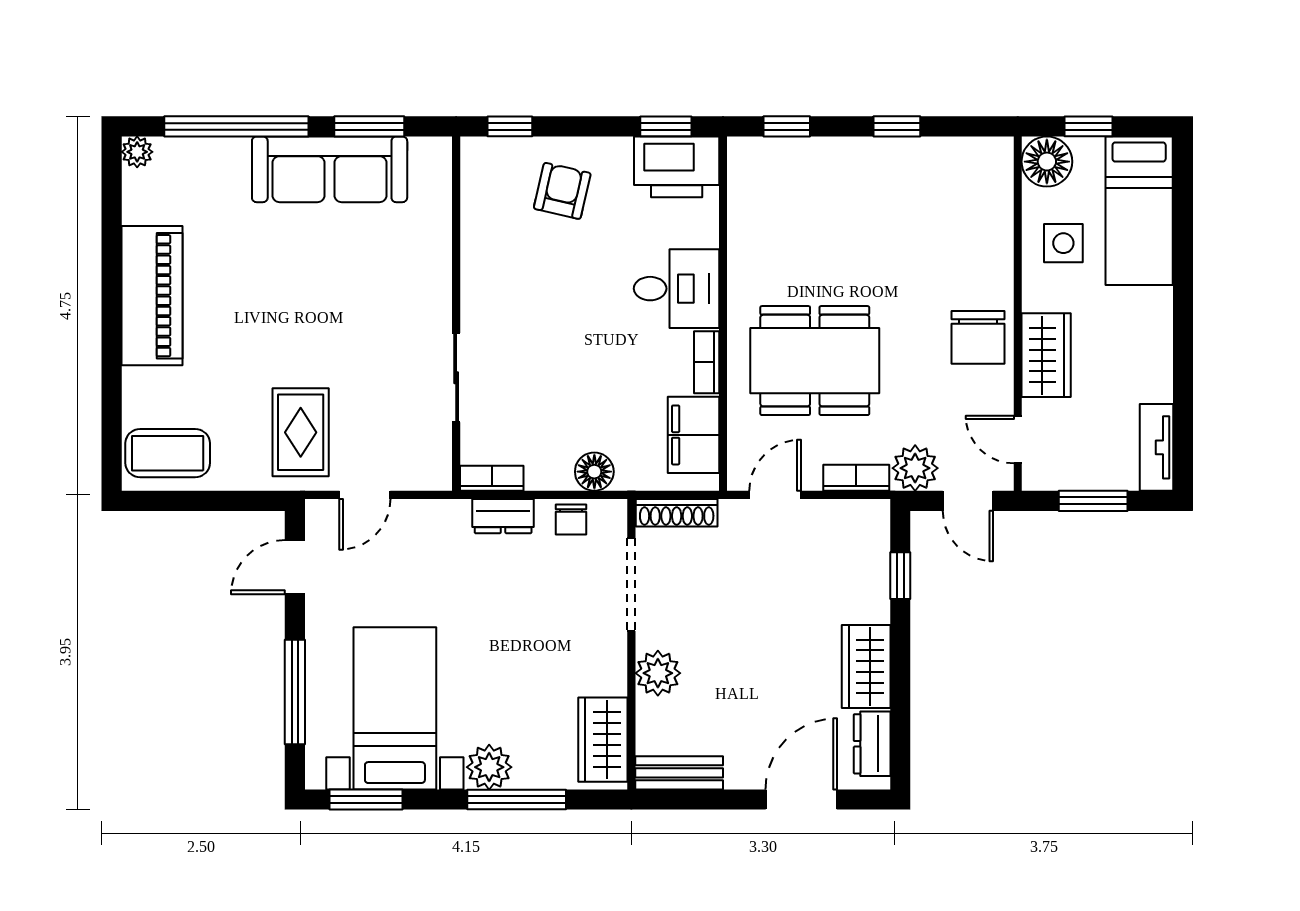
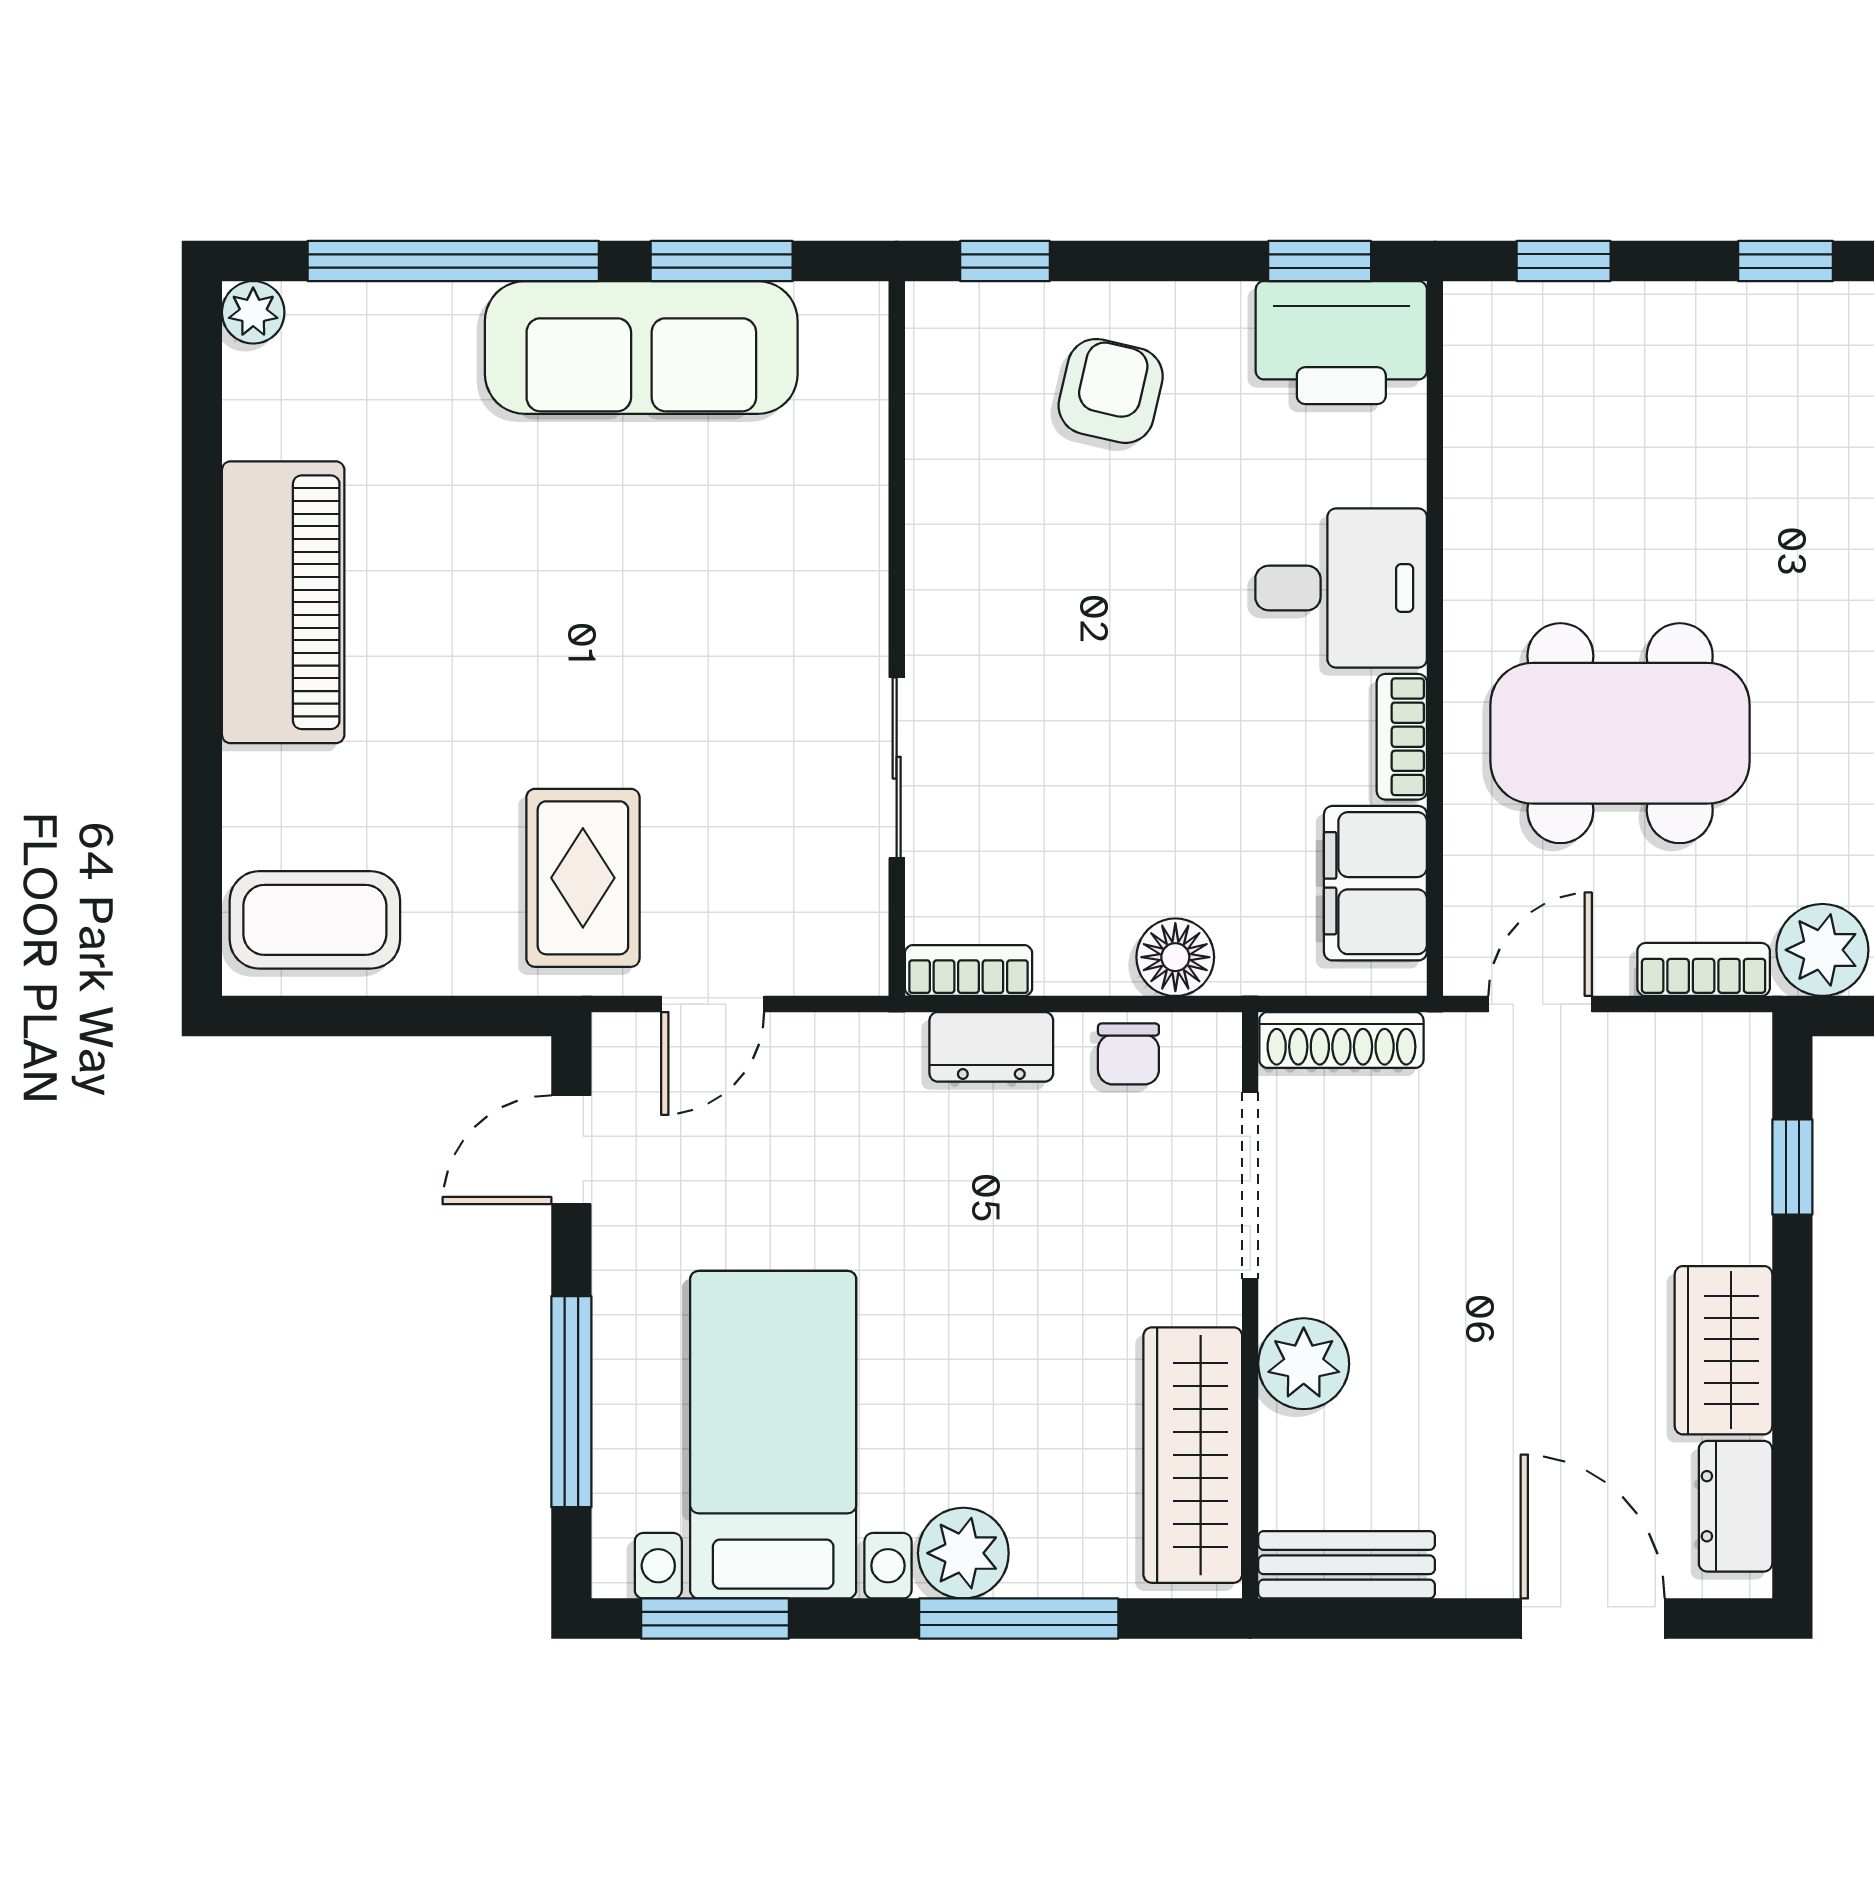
wardrobe: (603, 740) -> (1193, 1455), width x1.50
door: (801, 800) -> (1593, 1619), hinge flipped

